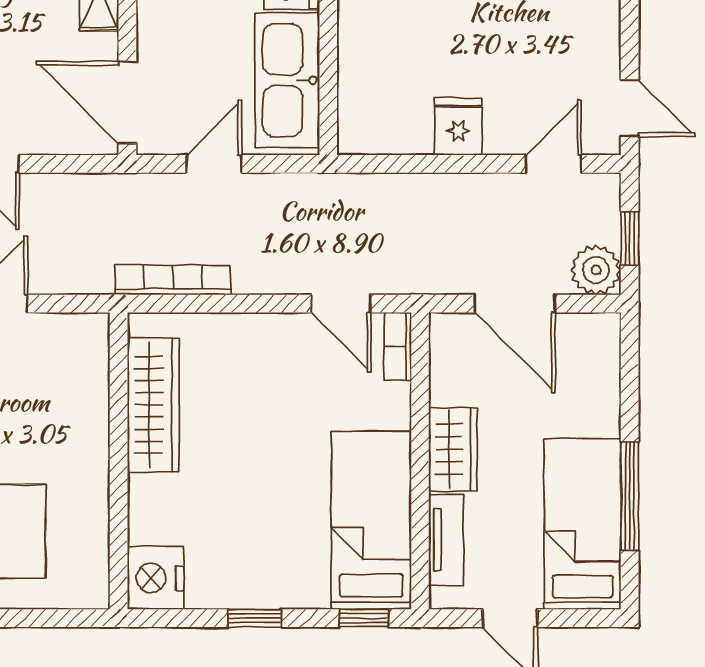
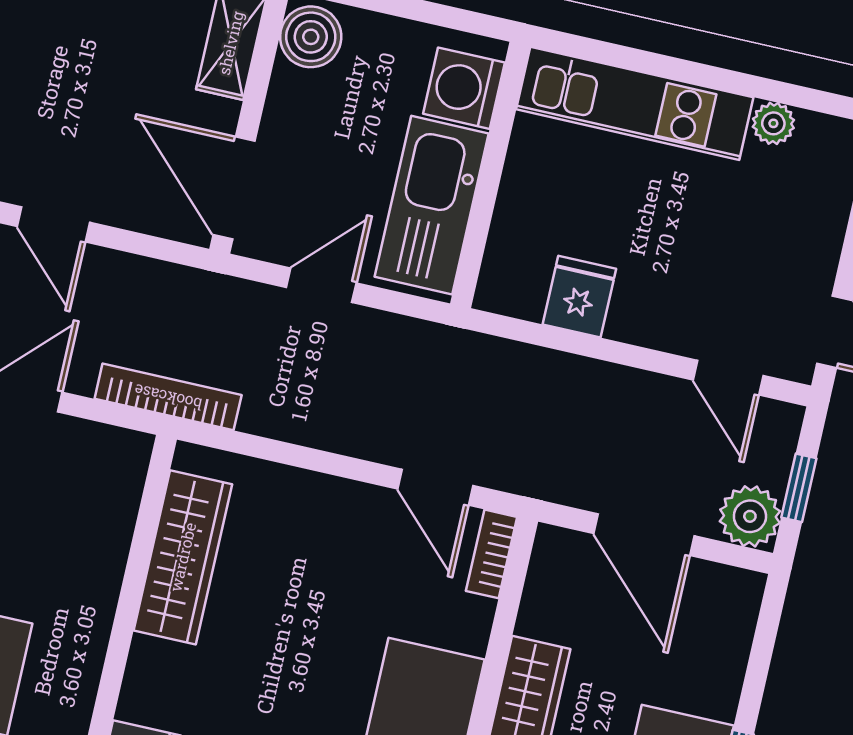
fridge: (458, 126) -> (579, 297), moved
door: (554, 164) -> (728, 378), swing flipped
bookcase: (173, 280) -> (168, 397), moved

